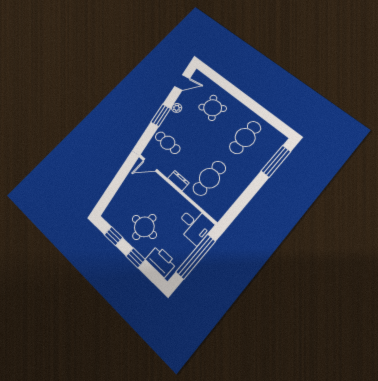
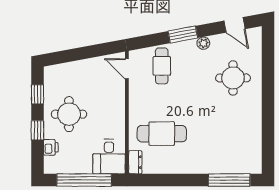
round table: (213, 108) -> (233, 78), turned 36
cafe table: (245, 137) -> (229, 134), removed
dresser: (178, 181) -> (135, 162), moved
printer: (161, 261) -> (51, 147), width x0.53, depth x0.68

